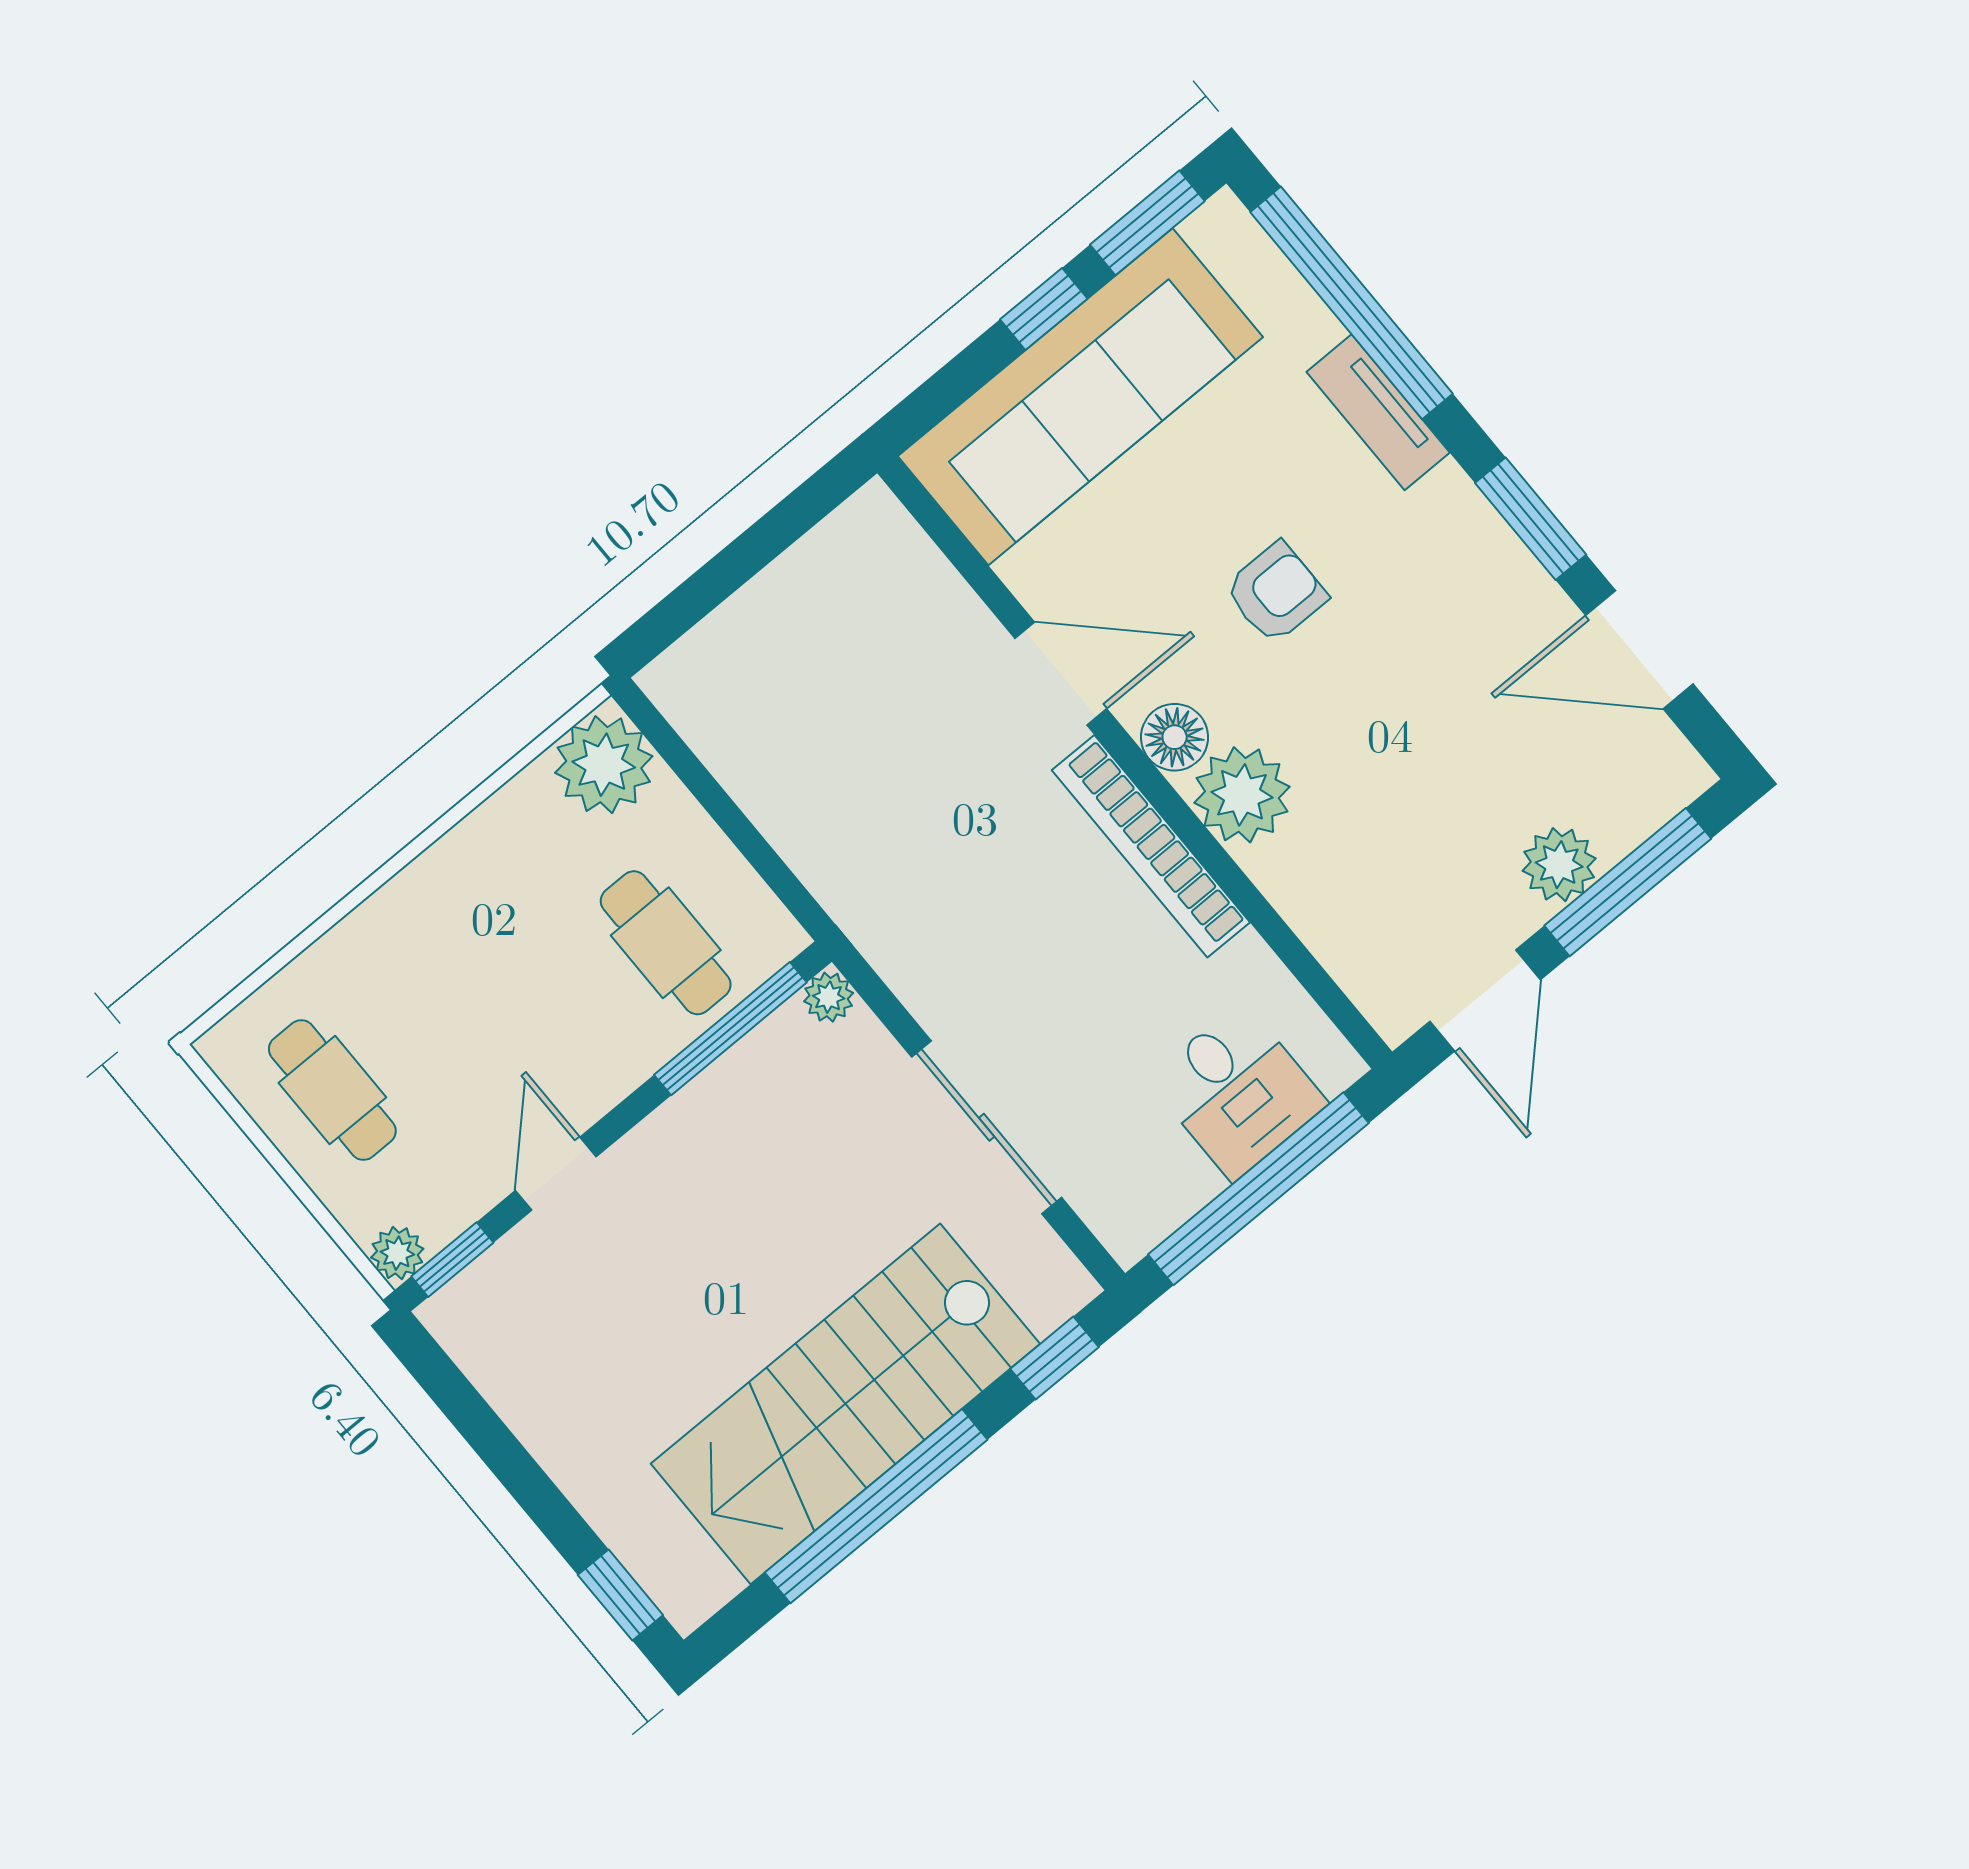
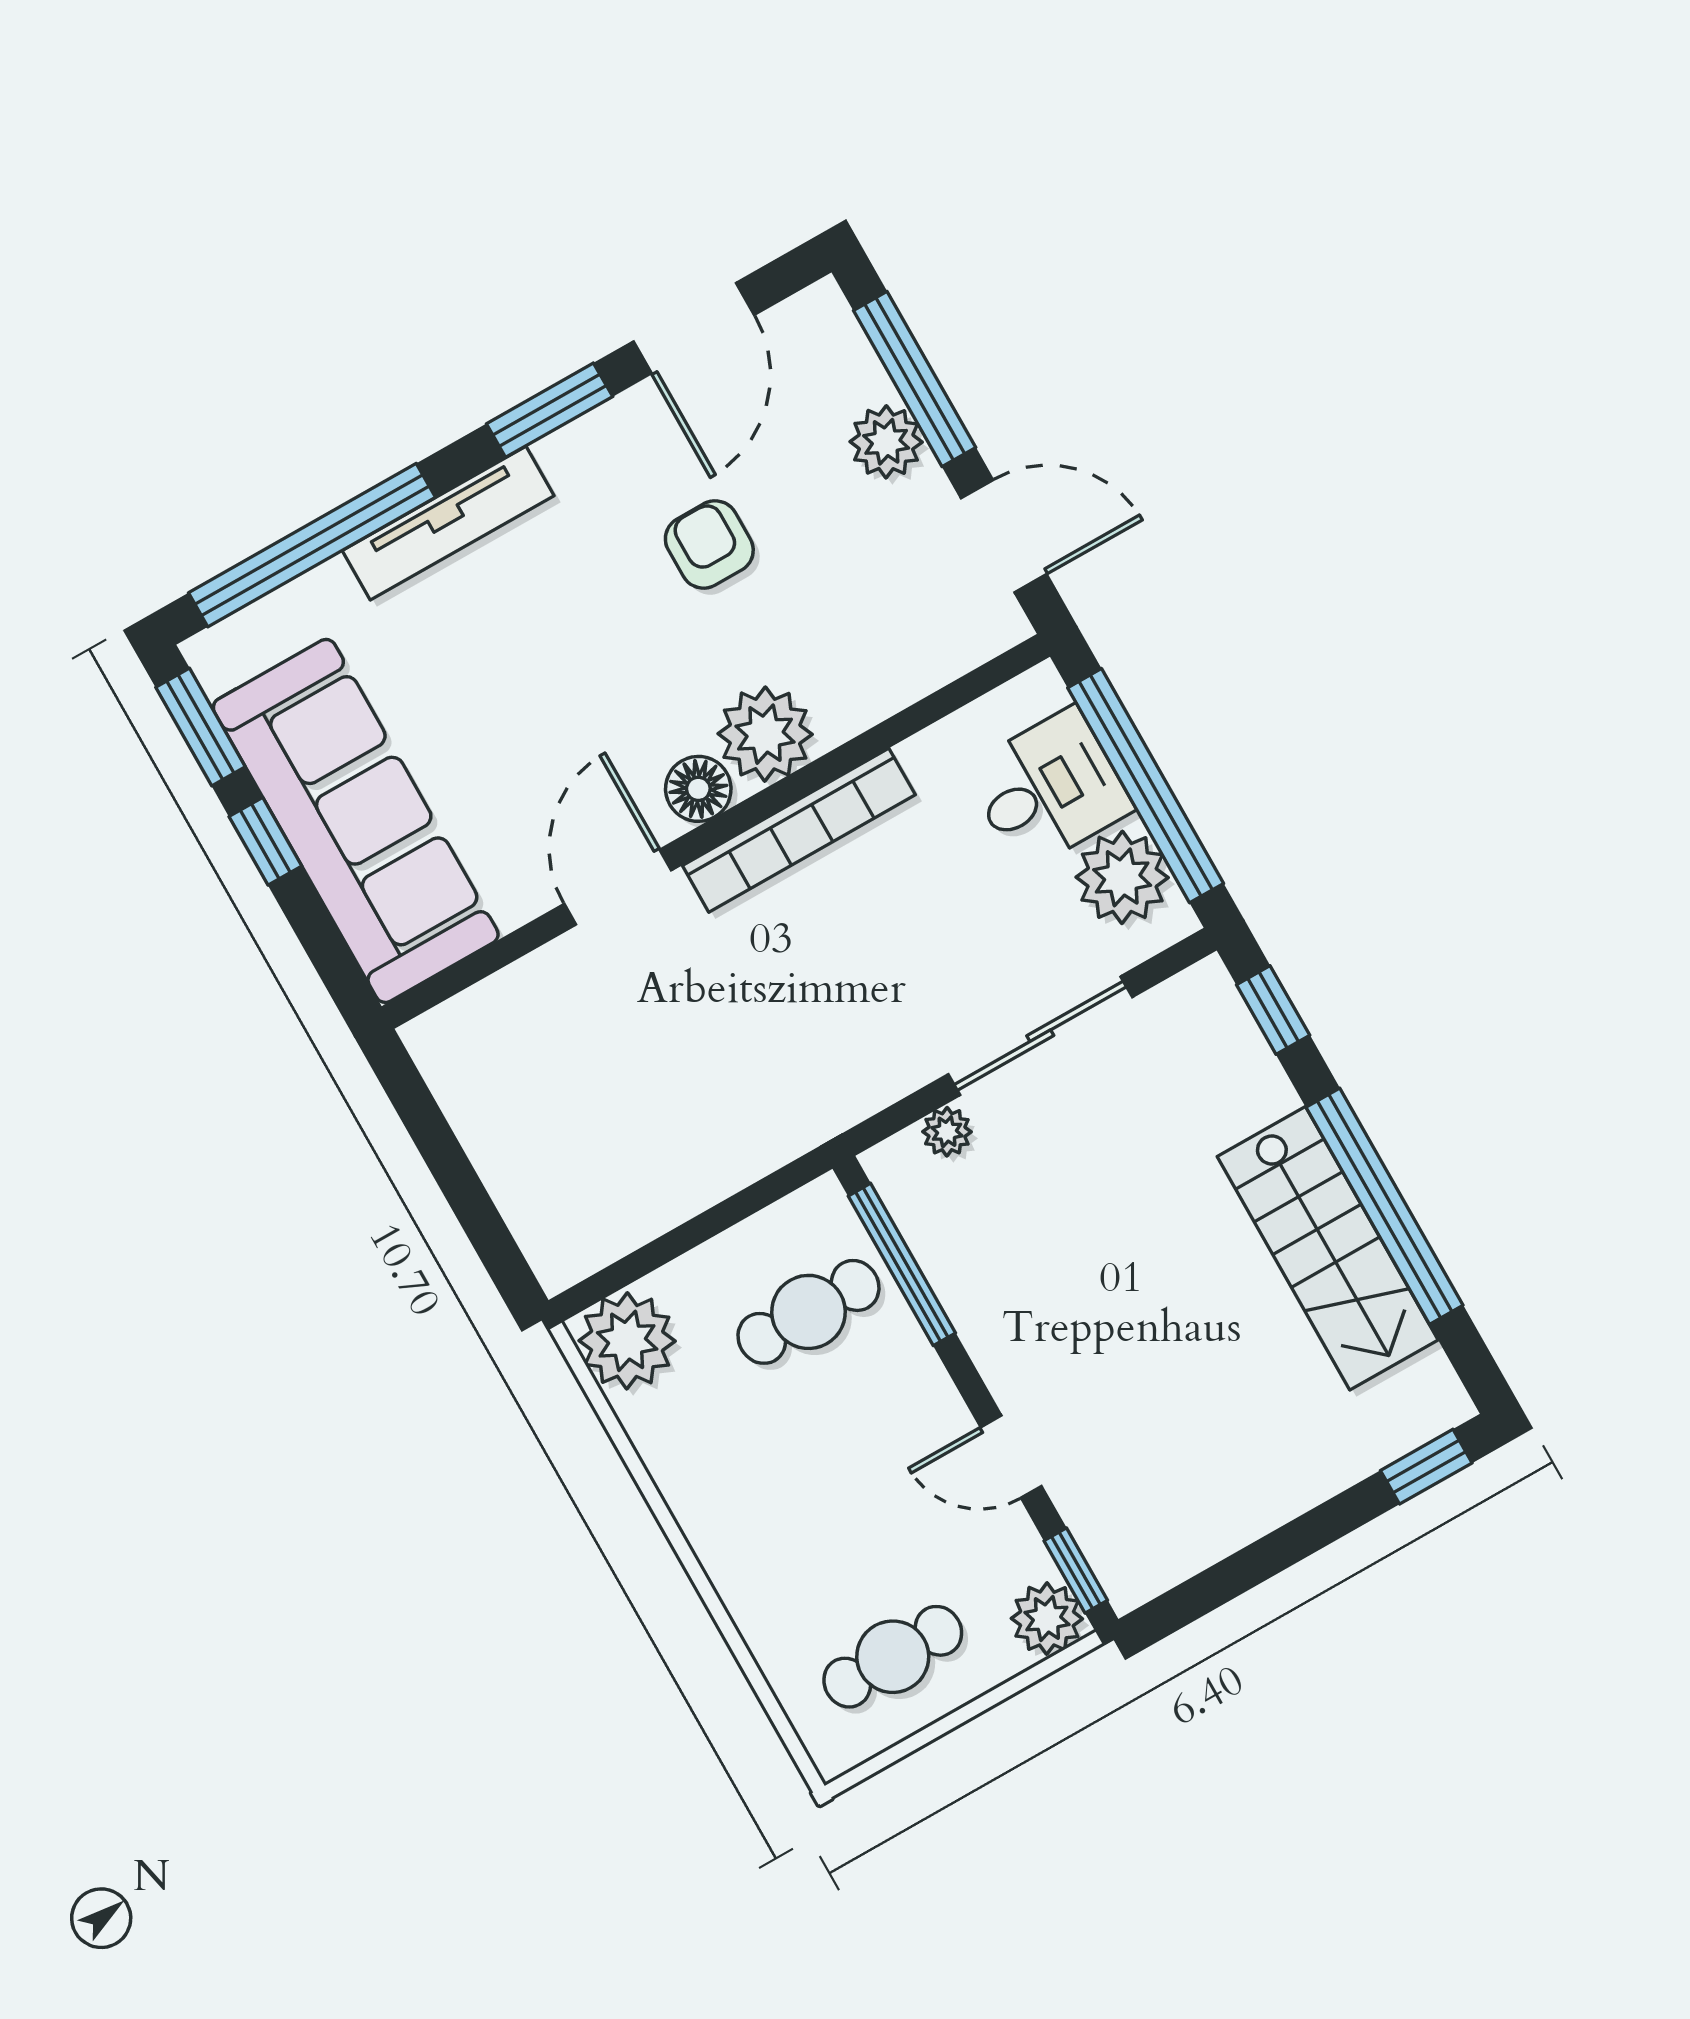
tv unit: (1378, 412) -> (448, 523), width x1.41
armchair: (1276, 593) -> (709, 544), moved
plant: (829, 997) -> (947, 1132), moved
plant: (1161, 1182) -> (1122, 877), added
plant: (397, 1253) -> (1047, 1619), width x1.38, depth x1.38
stairs: (845, 1404) -> (1328, 1248), width x0.73, depth x0.66

